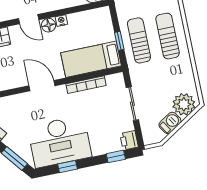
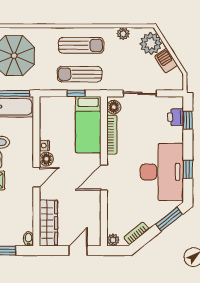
sun lounger: (168, 36) -> (81, 45), turned 180
plant: (188, 75) -> (123, 34), added
floor lamp: (114, 81) -> (114, 107), added
printer: (129, 140) -> (176, 117), moved, turned 90

